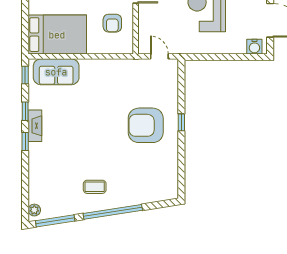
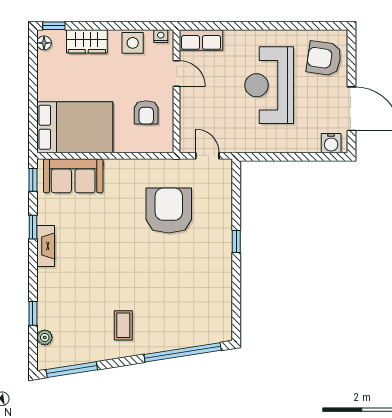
armchair: (146, 125) -> (169, 211), moved, turned 90
window: (25, 141) -> (33, 313), moved
coffee table: (95, 187) -> (123, 325), turned 90
plant: (34, 210) -> (45, 337), moved
window: (113, 212) -> (183, 352), moved

